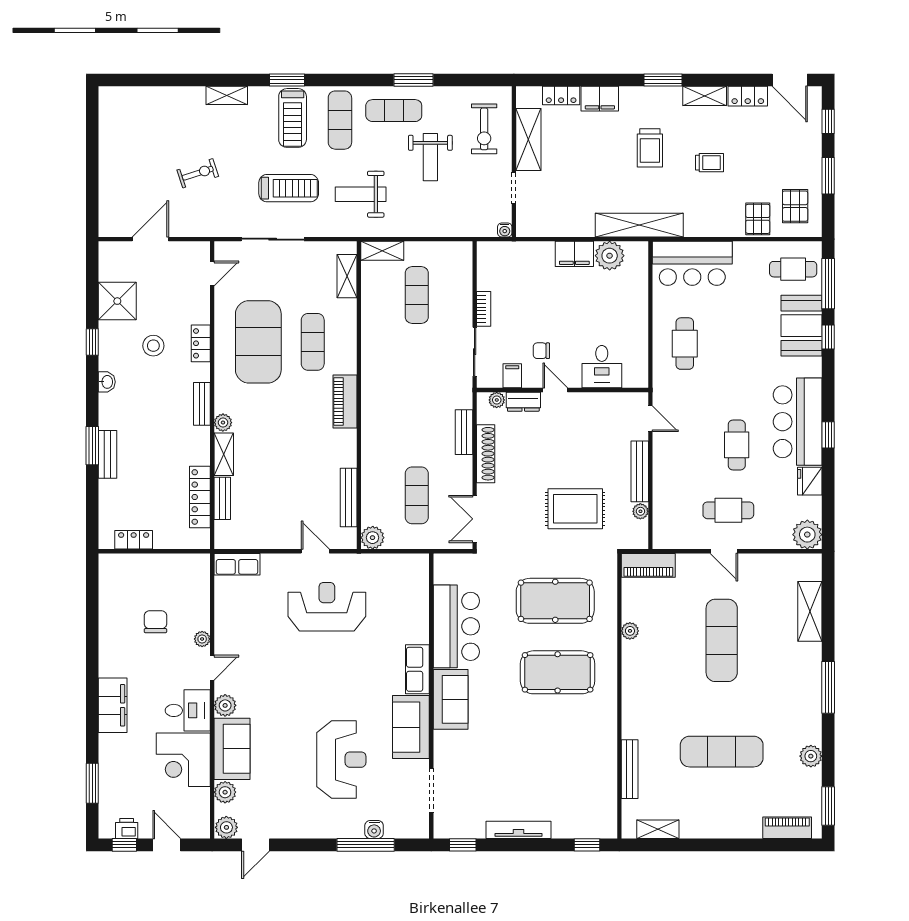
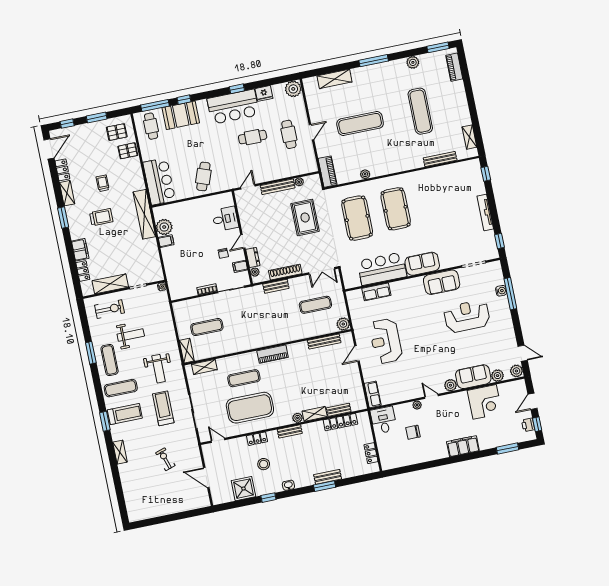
filing cabinet: (574, 254) -> (166, 241), width x0.50
cafe table: (685, 344) -> (203, 176), turned -70
row of seats: (417, 669) -> (376, 292), moved
desk: (188, 710) -> (384, 420), moved

